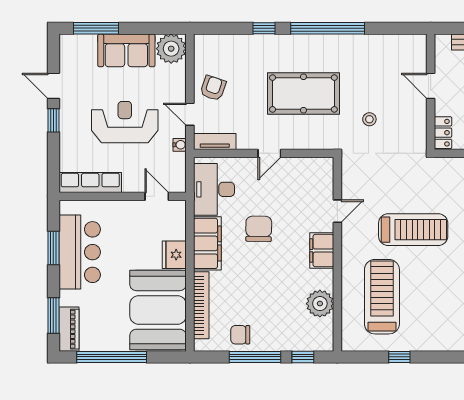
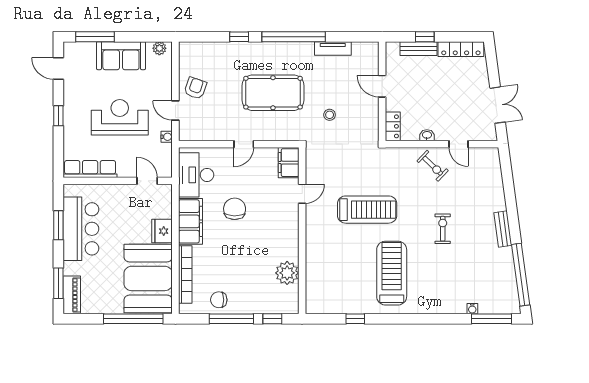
plant: (171, 49) -> (159, 48), width x0.53, depth x0.53
door: (53, 86) -> (58, 68), moved
tv unit: (215, 142) -> (333, 48), moved, turned 180
filing cabinet: (322, 251) -> (289, 163), moved
treadmill: (382, 297) -> (392, 273), moved
window: (112, 357) -> (133, 319), moved

